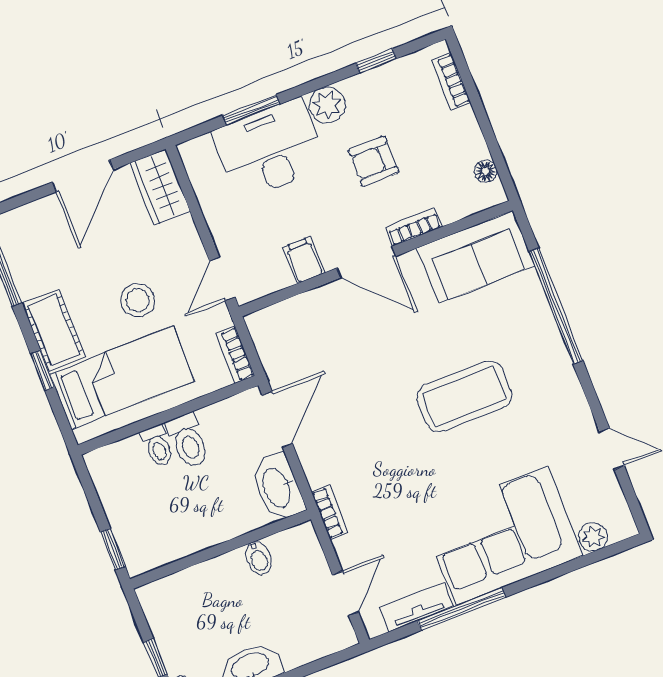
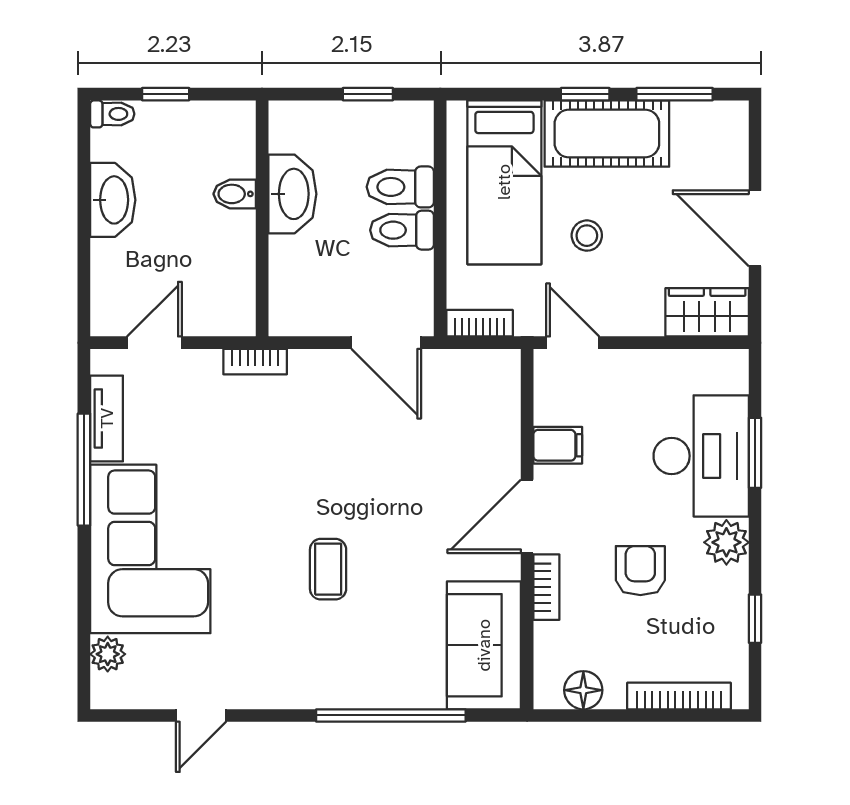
bookcase: (451, 81) -> (679, 696), width x1.56
floor lamp: (486, 171) -> (583, 690), width x1.37, depth x1.37
stool: (138, 300) -> (587, 236), width x0.73, depth x0.73
cot: (54, 330) -> (607, 133), width x1.37, depth x1.34
window: (43, 371) -> (585, 94), moved
coffee table: (464, 396) -> (328, 569), width x0.54, depth x0.58
toilet: (157, 446) -> (400, 187), width x1.37, depth x1.39
washbasin: (278, 487) -> (292, 194), moved, turned 90
window: (113, 549) -> (368, 94), moved
bidet: (258, 558) -> (235, 194), moved
door: (345, 593) -> (154, 343), swing flipped

